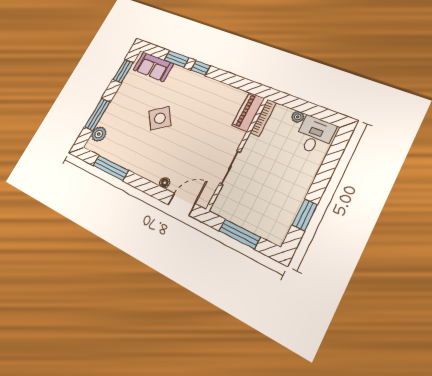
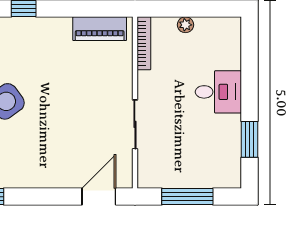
piano: (248, 112) -> (100, 29), moved, turned -90
desk: (315, 135) -> (218, 92), moved, turned 90
floor lamp: (165, 183) -> (62, 181), removed

